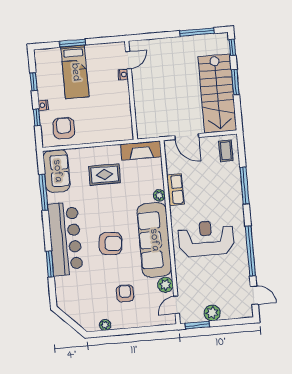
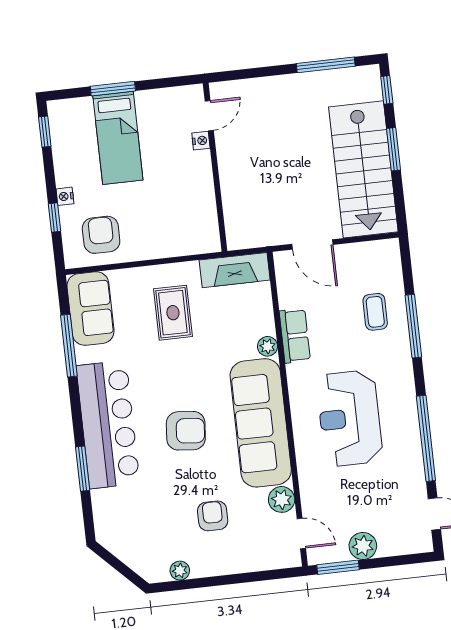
window: (34, 82) -> (45, 132), moved
coffee table: (226, 151) -> (375, 312), moved
rug: (105, 174) -> (173, 313), turned 90
reception desk: (206, 238) -> (350, 418), turned -90
door: (176, 305) -> (301, 534), swing flipped

